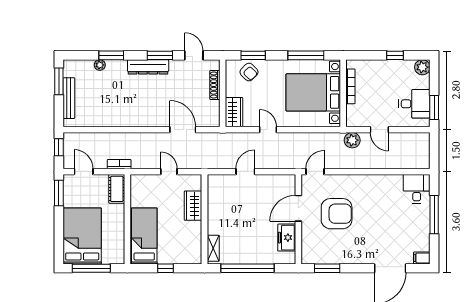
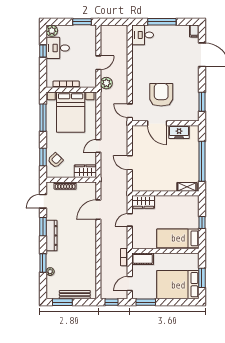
desk: (414, 104) -> (58, 48), moved, turned -90
wardrobe: (193, 206) -> (143, 202), moved
window: (91, 268) -> (202, 278), width x0.69

